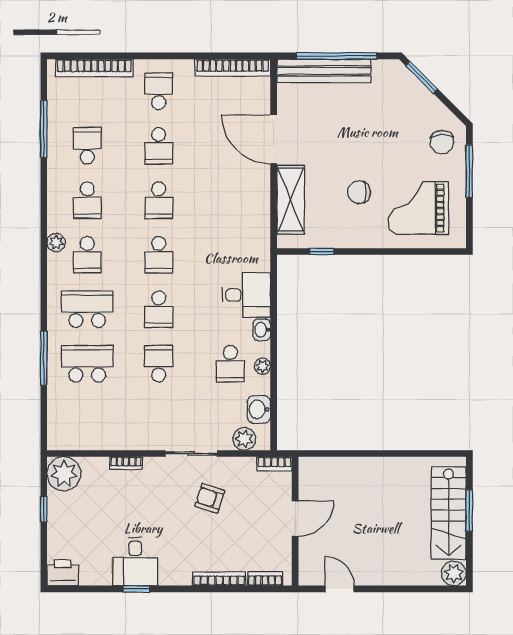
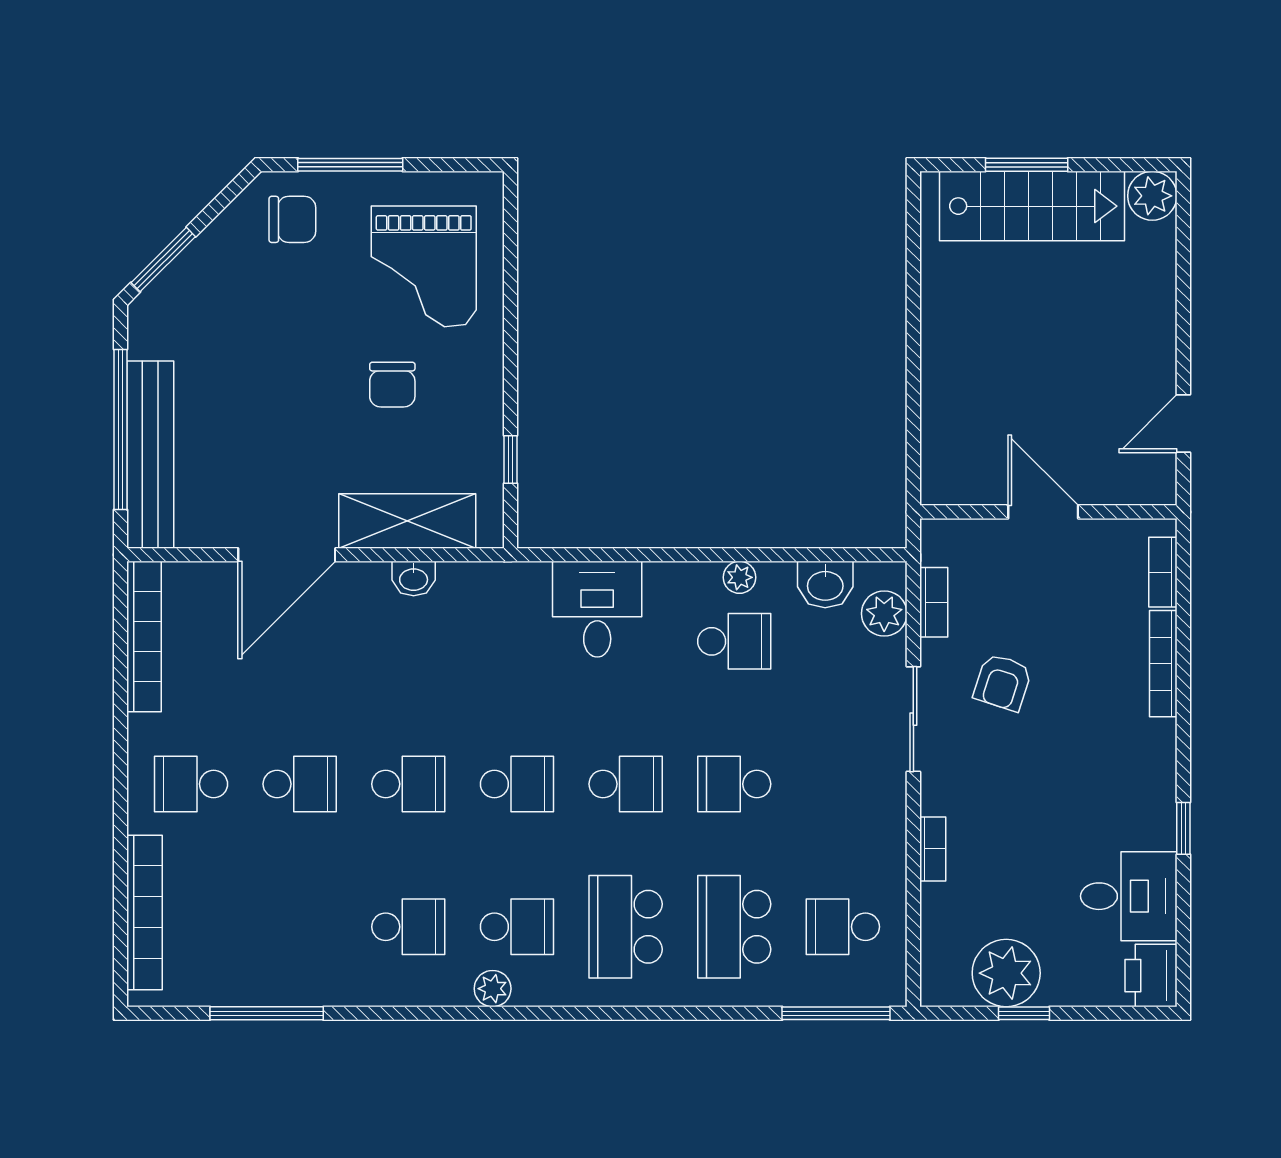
school desk: (87, 146) -> (843, 927), moved
washbasin: (262, 330) -> (414, 579), moved
window: (44, 358) -> (836, 1013), moved
bookcase: (274, 464) -> (934, 602), moved
plant: (64, 474) -> (1006, 973), moved
desk: (135, 562) -> (1129, 896), moved

